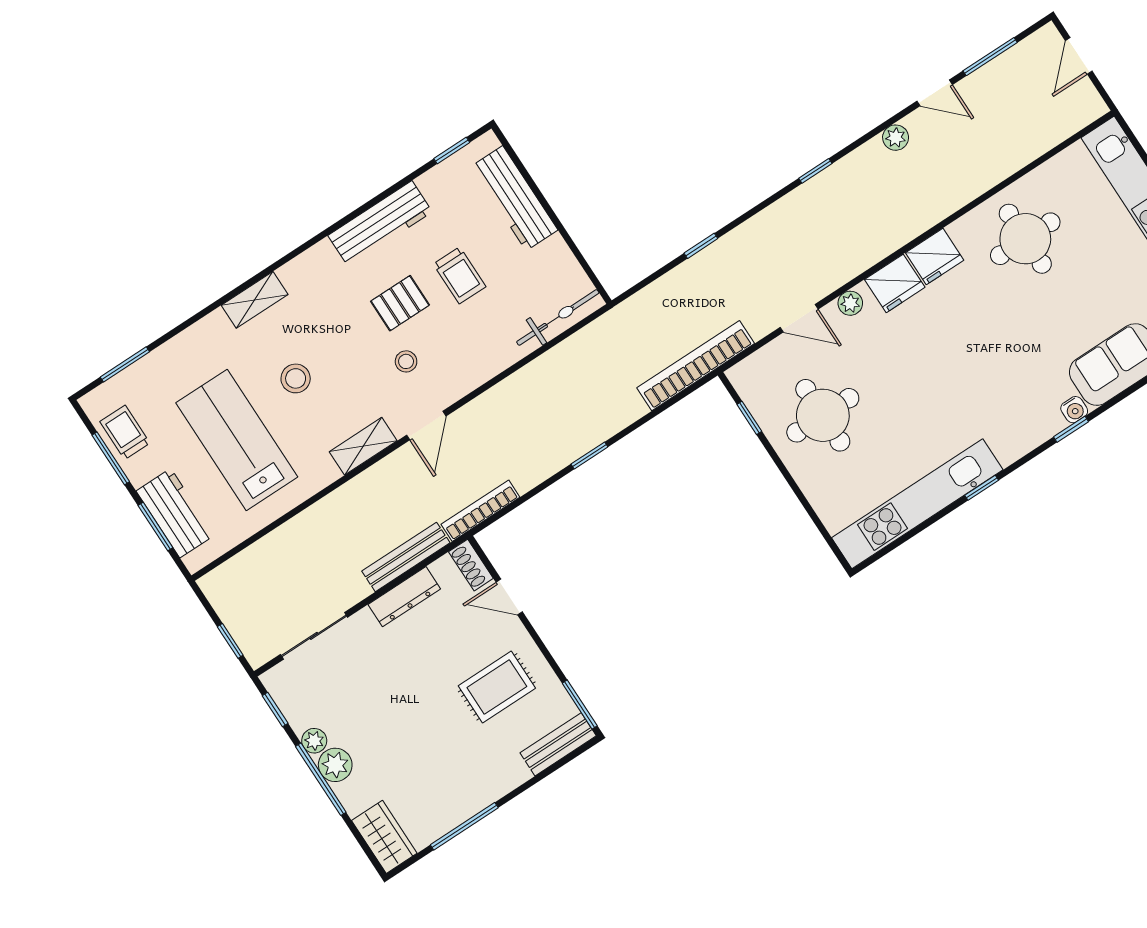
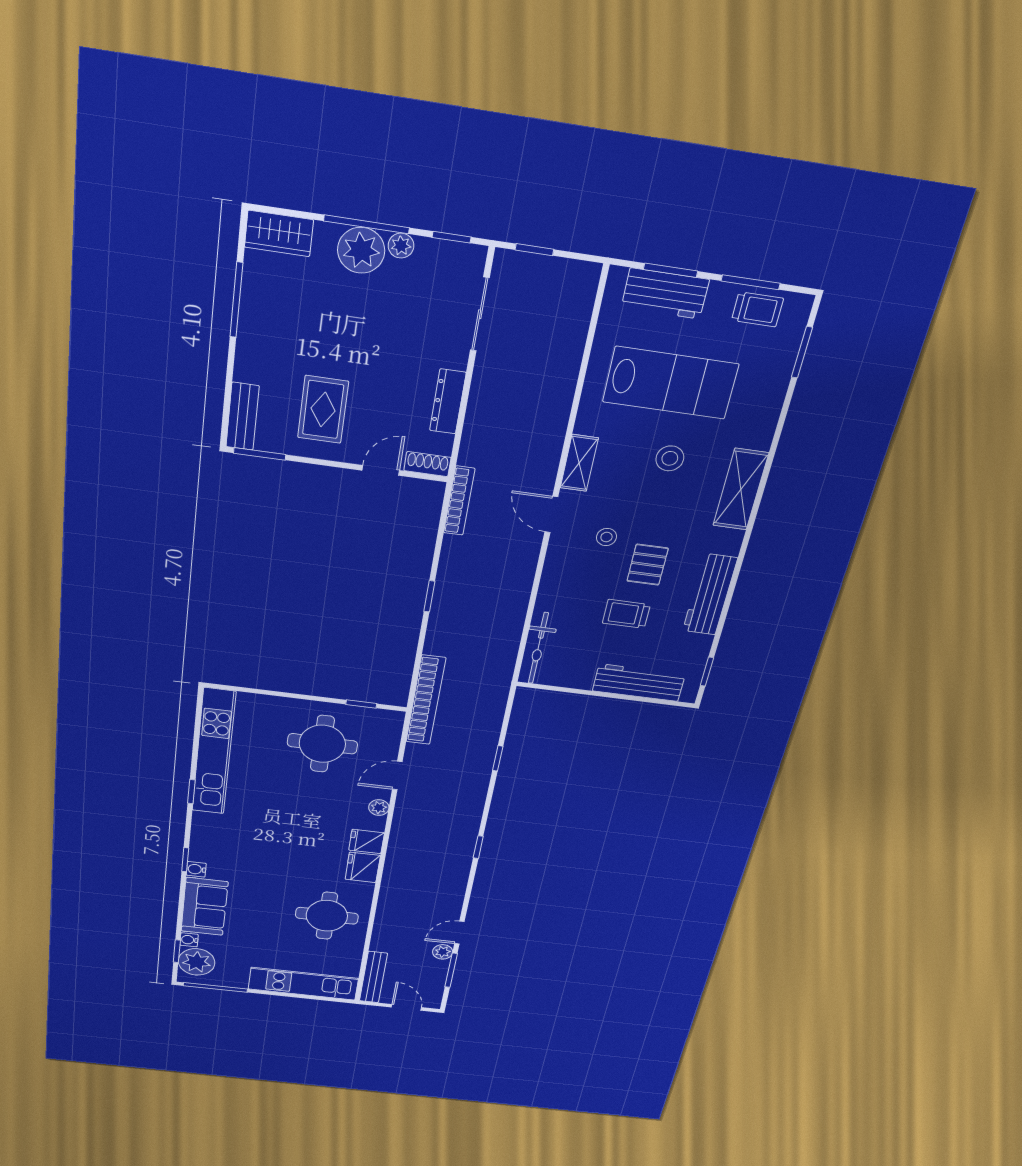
plant: (896, 138) -> (443, 952), moved
fridge: (895, 283) -> (367, 842), width x0.72
shelving: (255, 300) -> (741, 489), width x1.50, depth x1.33
bench: (406, 557) -> (373, 977), moved
plant: (335, 765) -> (361, 250), width x1.36, depth x1.36

